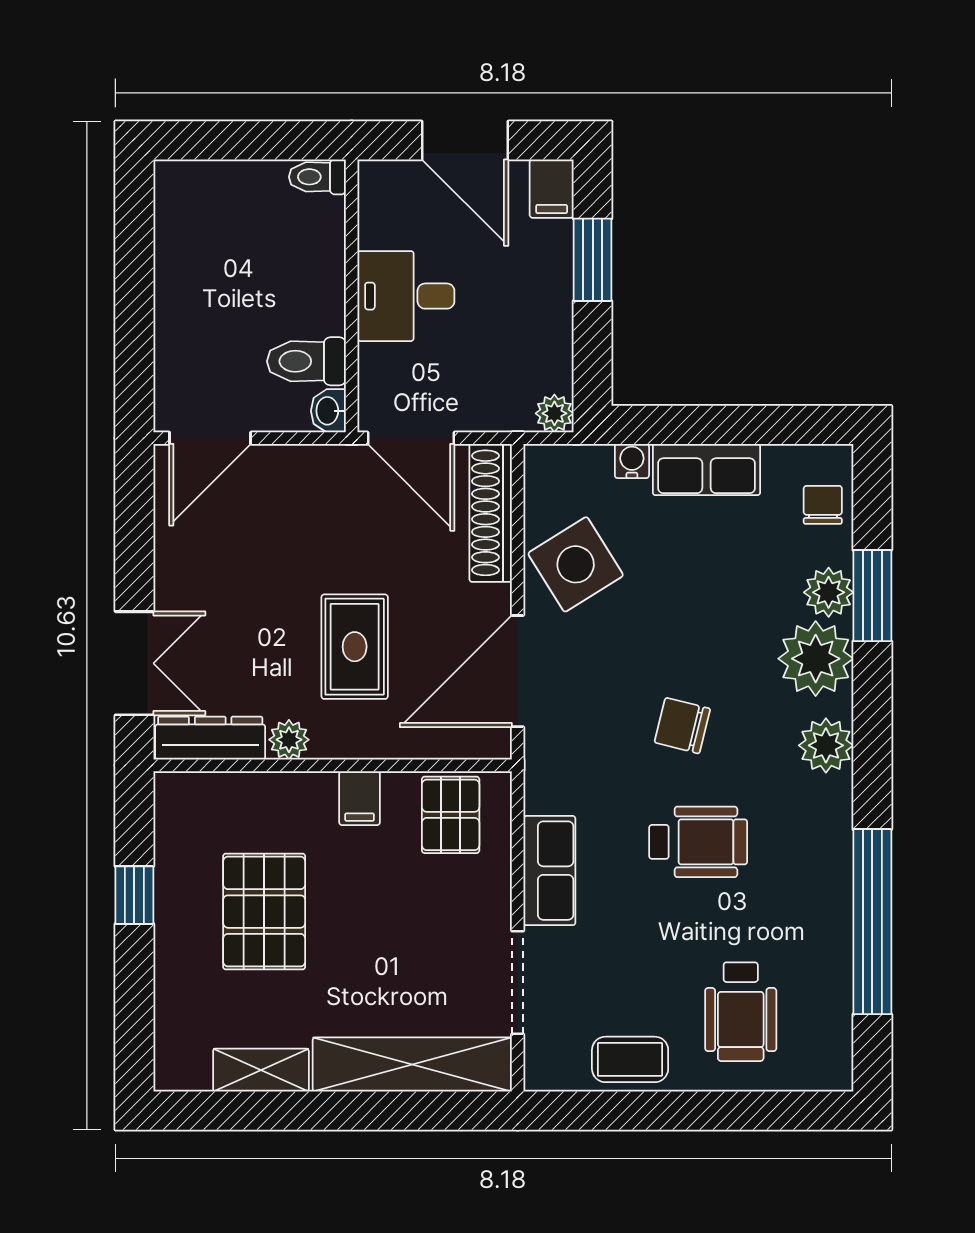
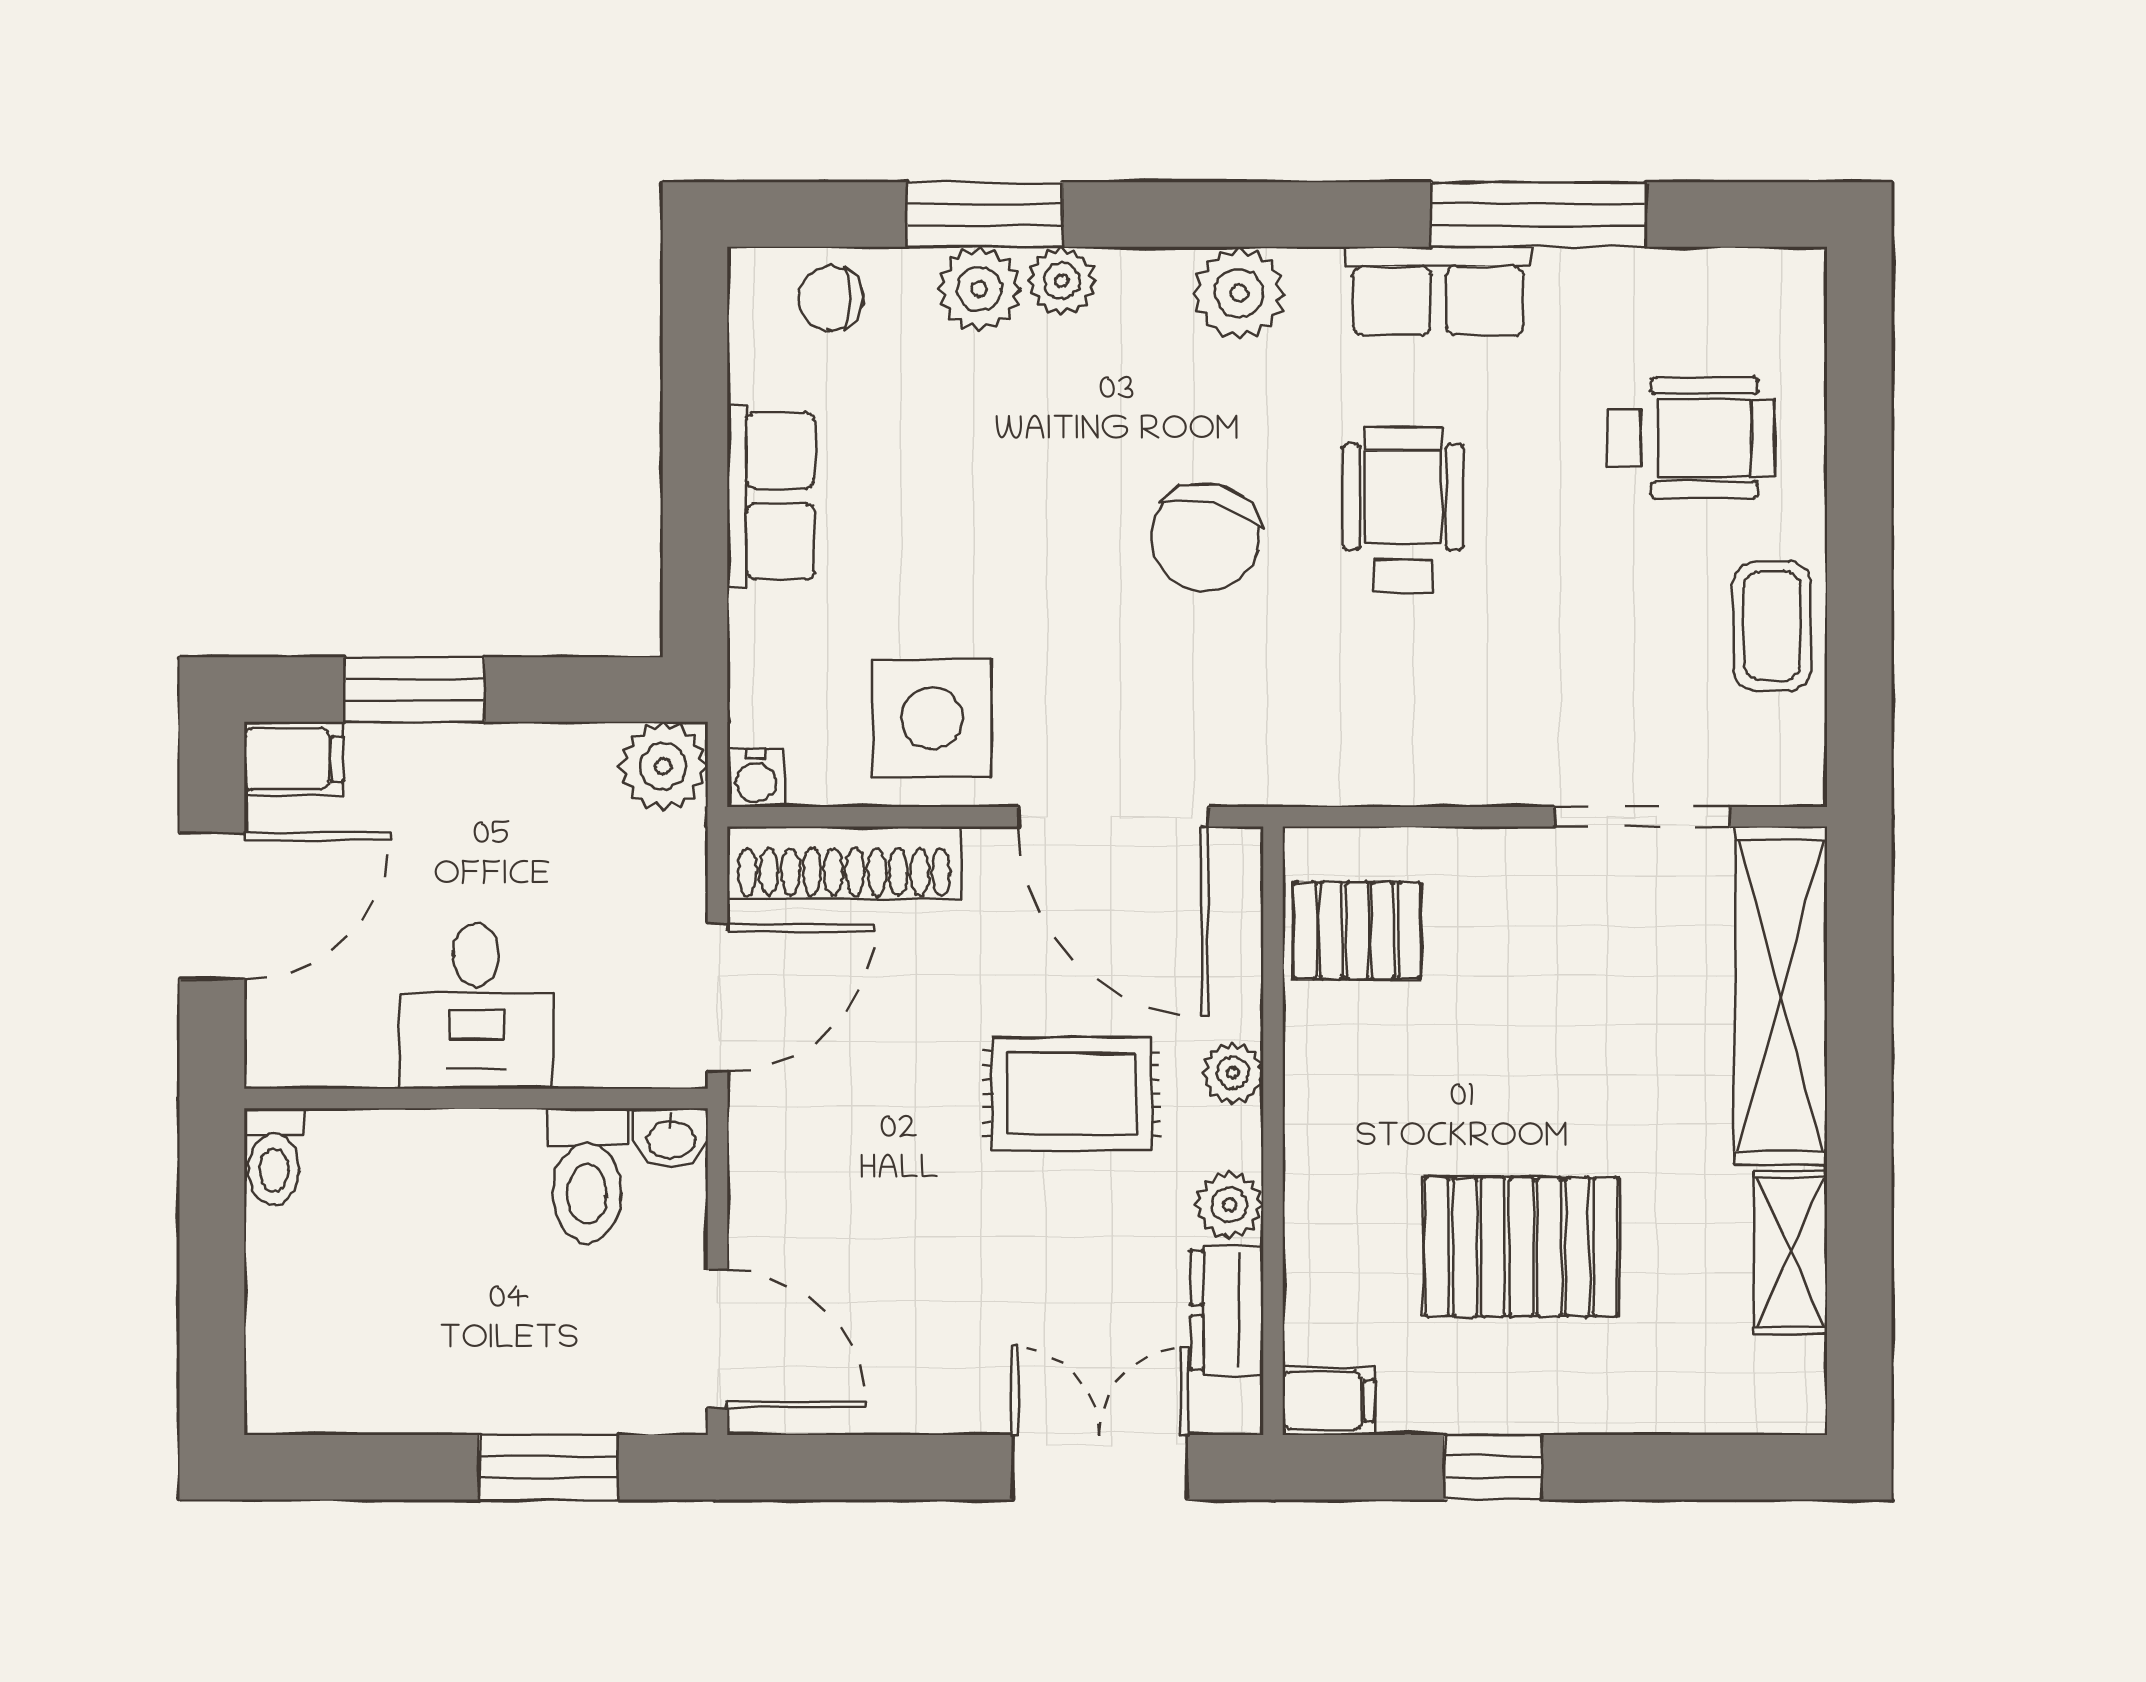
window: (134, 339) -> (548, 1467), added
plant: (554, 413) -> (663, 766), width x1.38, depth x1.38
water cooler: (632, 461) -> (756, 778), moved, turned -90
side table: (576, 564) -> (932, 718), turned 32
plant: (816, 659) -> (1062, 281), width x0.53, depth x0.53
chair: (682, 726) -> (1205, 537), width x1.37, depth x1.37
dresser: (210, 738) -> (1227, 1310), width x0.70
plant: (367, 742) -> (1233, 1073), added
filing cabinet: (360, 798) -> (1329, 1401), moved
row of seats: (549, 871) -> (1438, 291), moved, turned 180
window: (872, 922) -> (1538, 215), width x0.68

